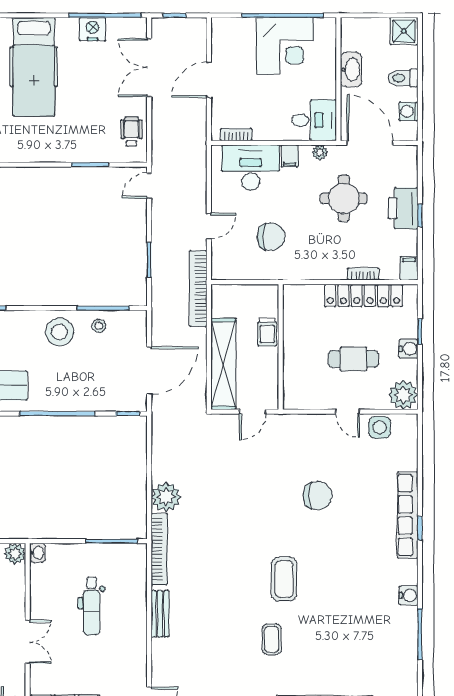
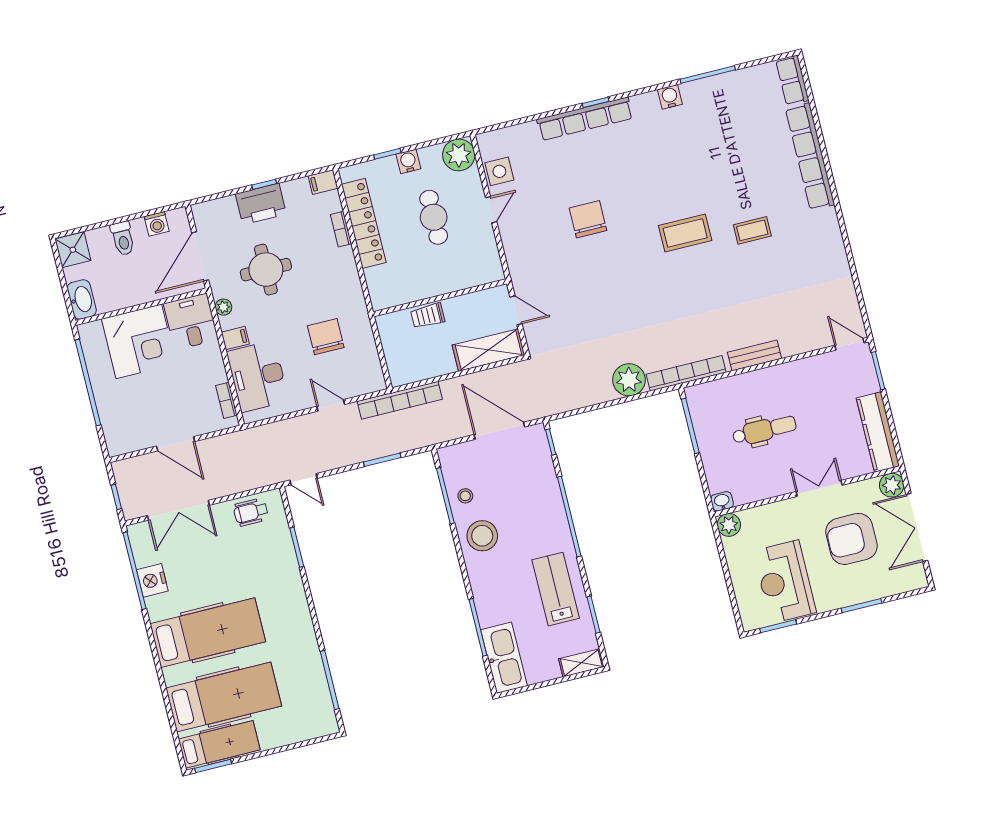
corner desk: (285, 46) -> (139, 341), moved, turned 90
washbasin: (351, 70) -> (82, 300), moved, turned 90
trolley: (267, 332) -> (428, 316), turned 180
shelving: (223, 364) -> (488, 350), width x0.68

